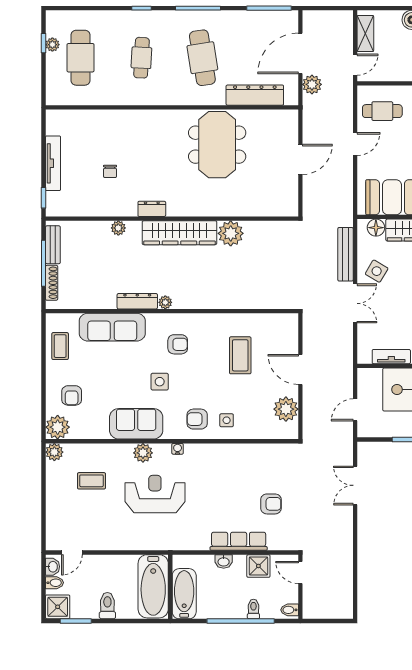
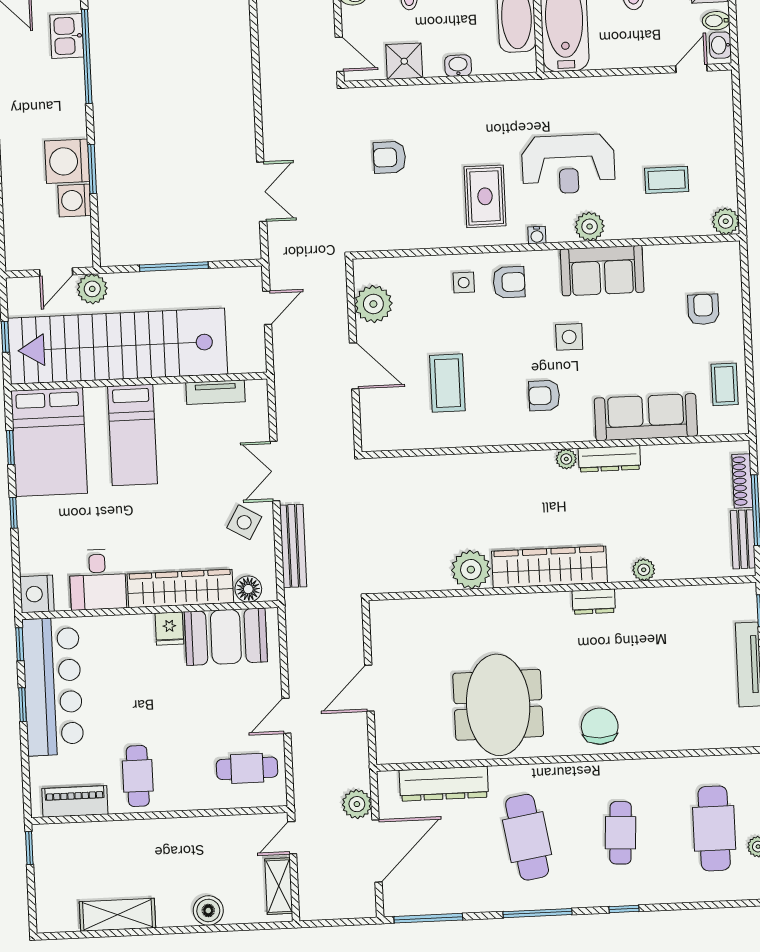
chair: (110, 171) -> (600, 726), moved, width x1.87, depth x1.87
plant: (58, 427) -> (723, 260), removed
rug: (210, 476) -> (485, 196), added
row of seats: (239, 541) -> (436, 98), removed

